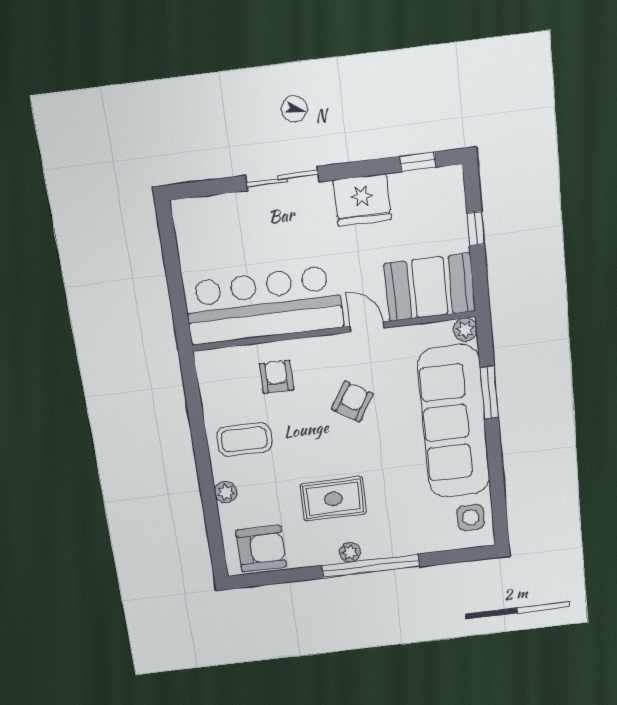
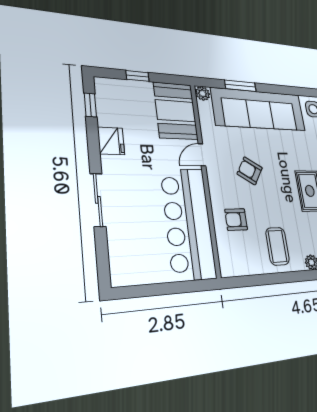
fridge: (362, 200) -> (111, 141), width x0.73, depth x0.75

